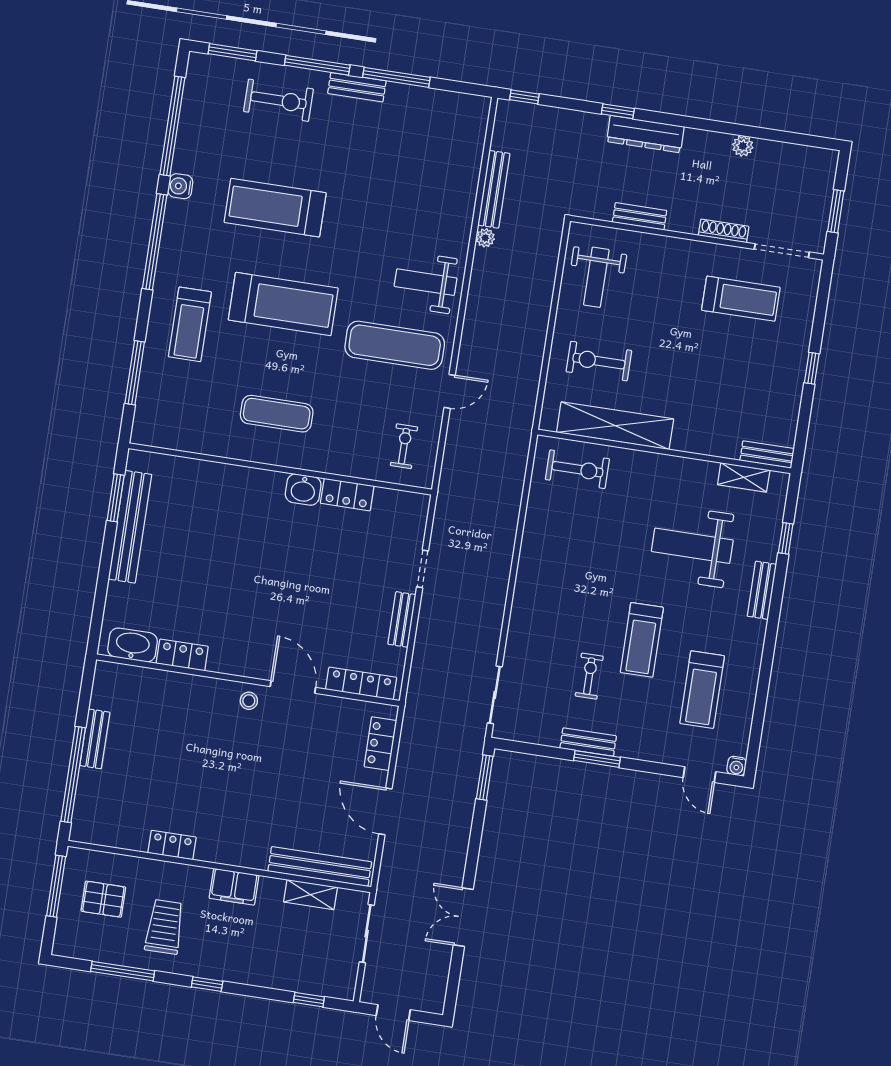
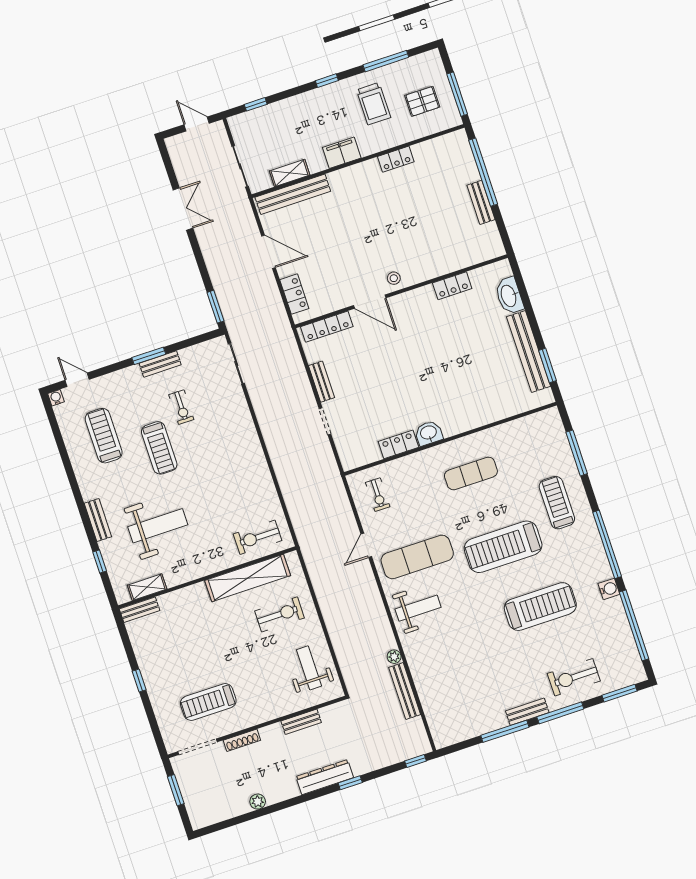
treadmill: (642, 640) -> (159, 448), turned 180
washbasin: (132, 645) -> (509, 296), moved, turned 90

